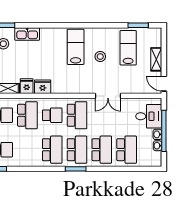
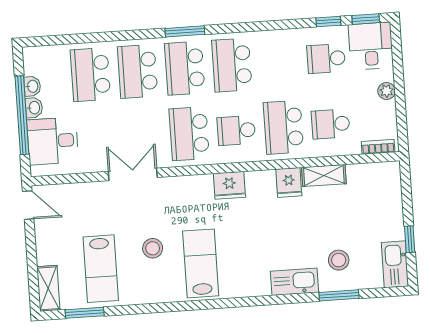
lab bench: (76, 47) -> (201, 263), turned 180
shelving: (156, 59) -> (48, 288), moved
fridge: (43, 87) -> (229, 185), moved

